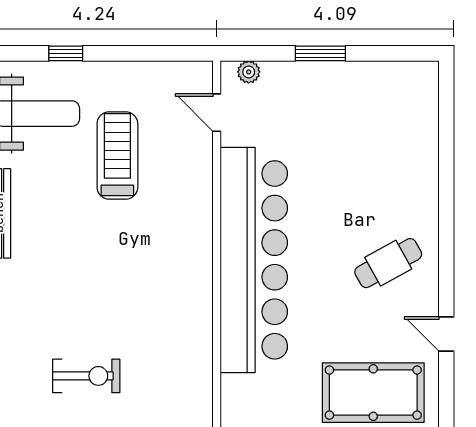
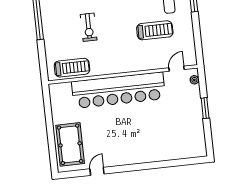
cafe table: (388, 263) -> (123, 145), removed
treadmill: (186, 368) -> (72, 68), added
exercise bike: (86, 376) -> (89, 27), moved

